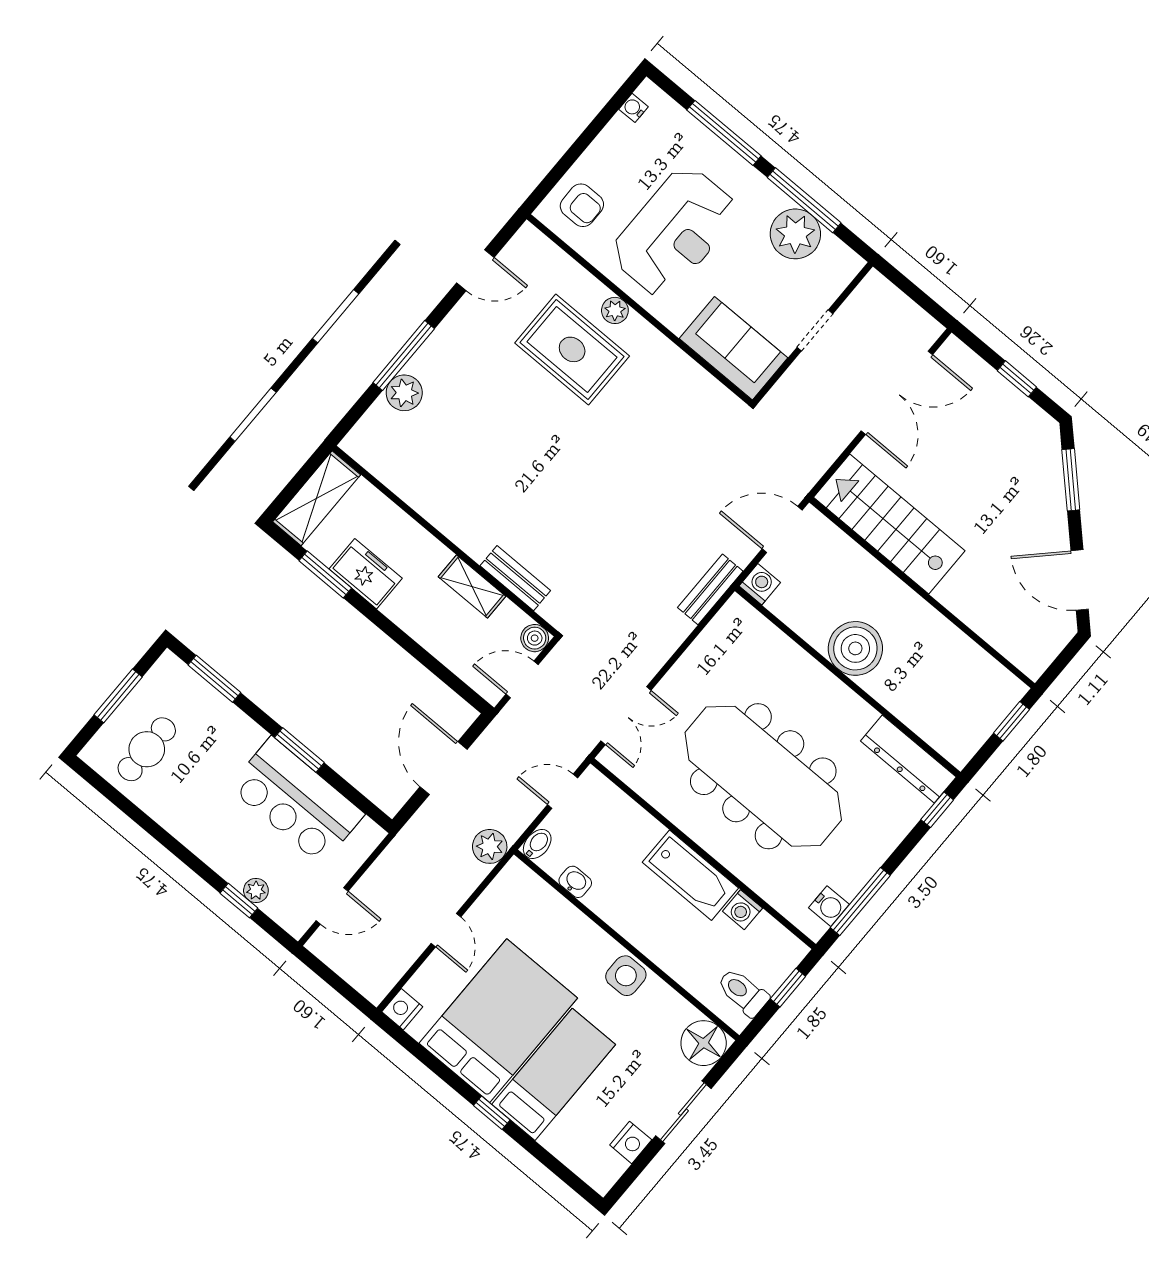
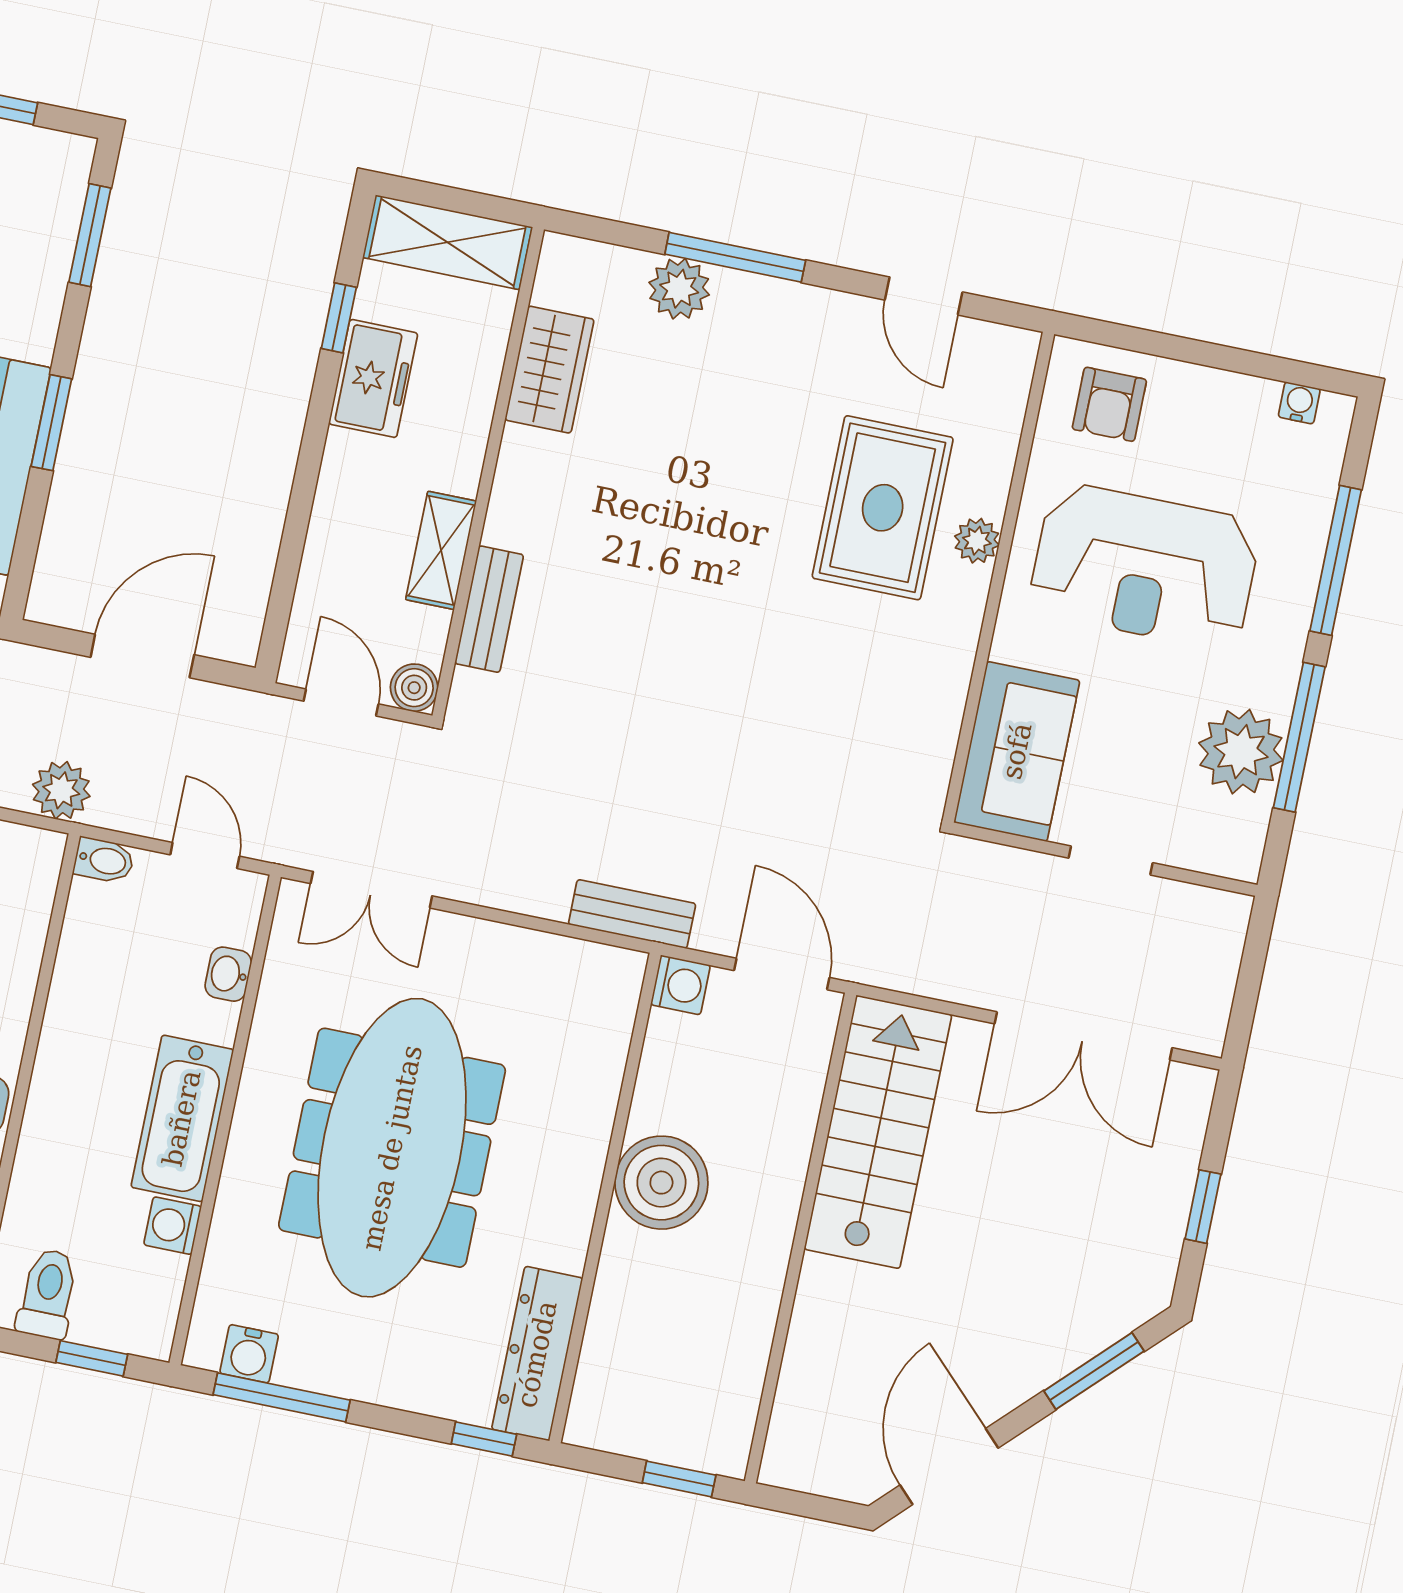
wardrobe: (410, 481) -> (549, 370), added
window: (325, 574) -> (339, 318), width x0.67
washbasin: (575, 882) -> (228, 974), moved, turned 180

